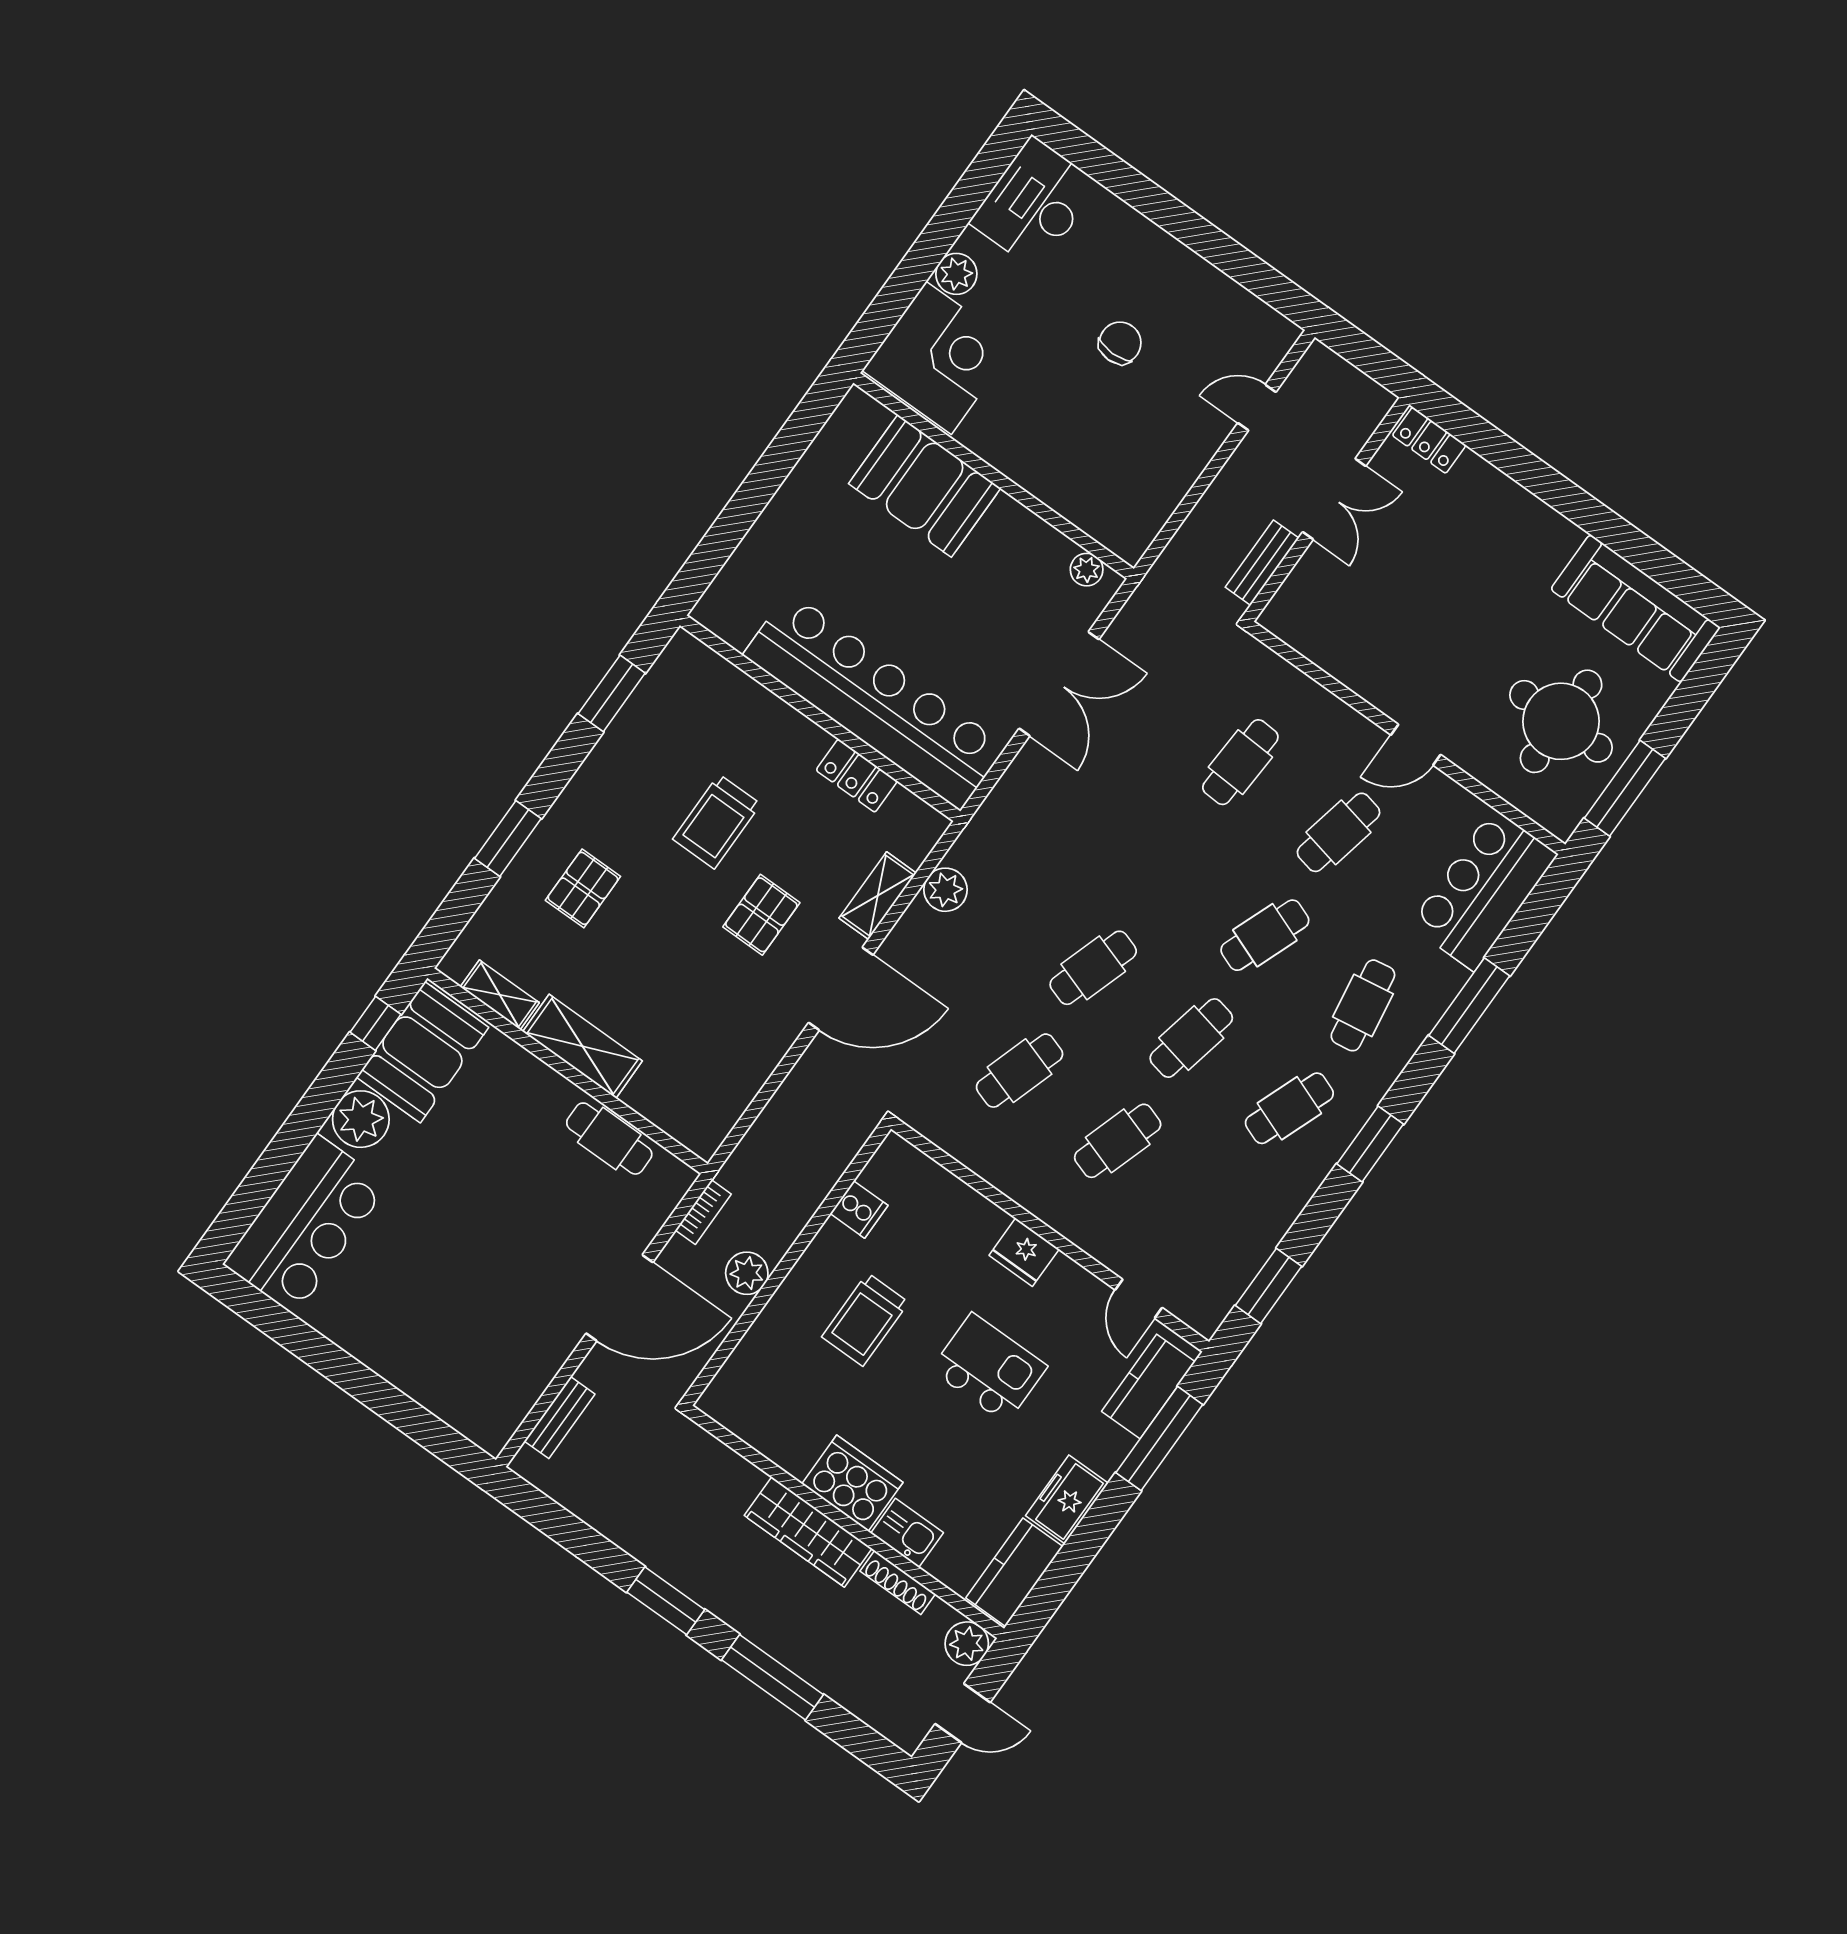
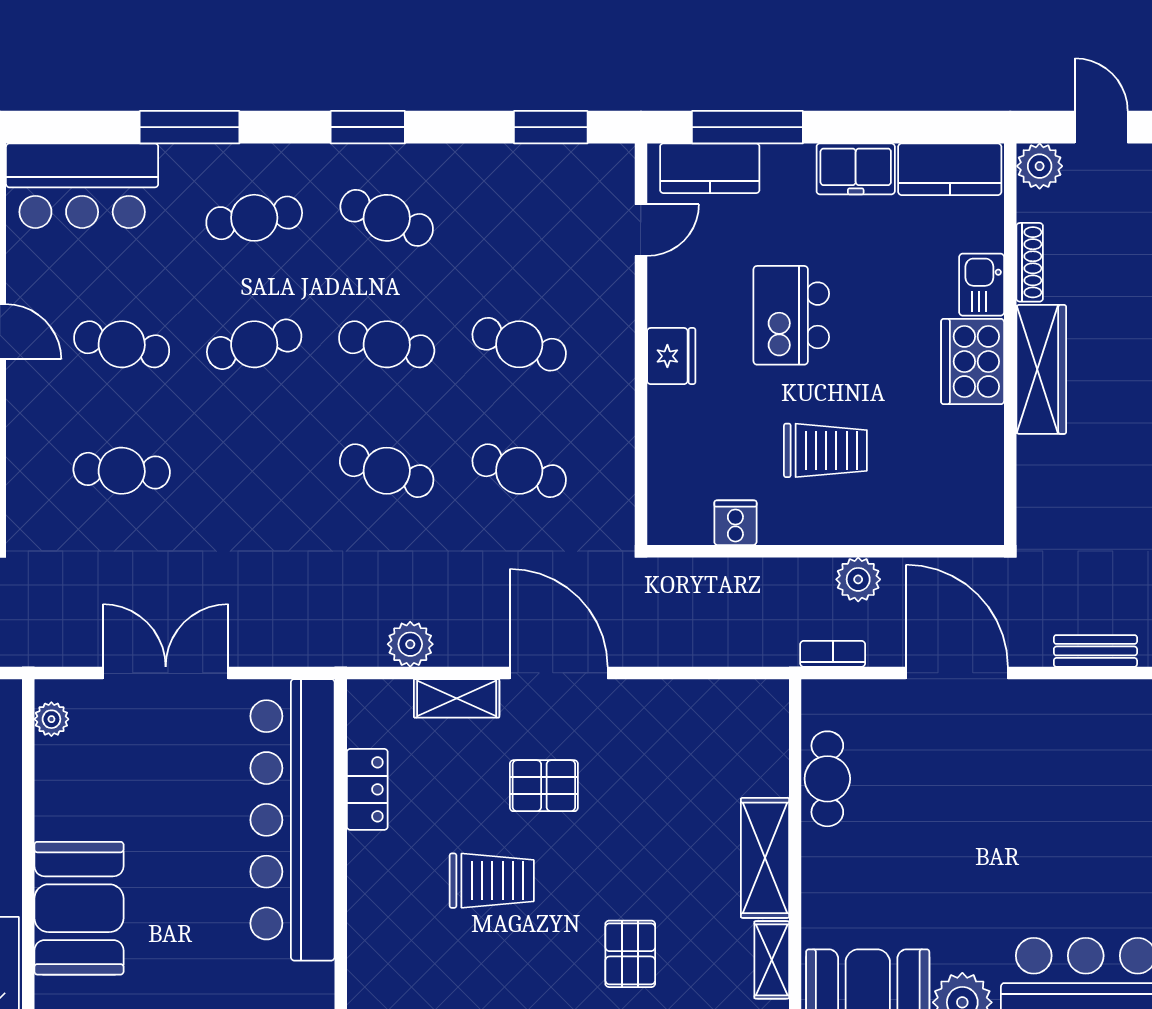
pallet: (583, 888) -> (630, 954), turned 90
cafe table: (1265, 935) -> (254, 344), turned -36

